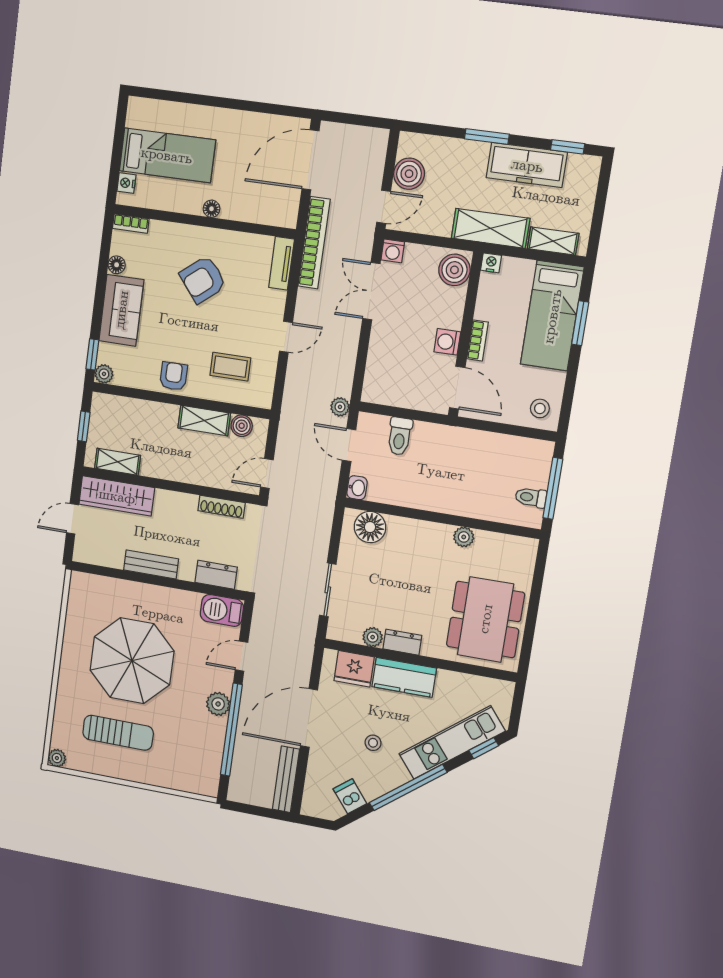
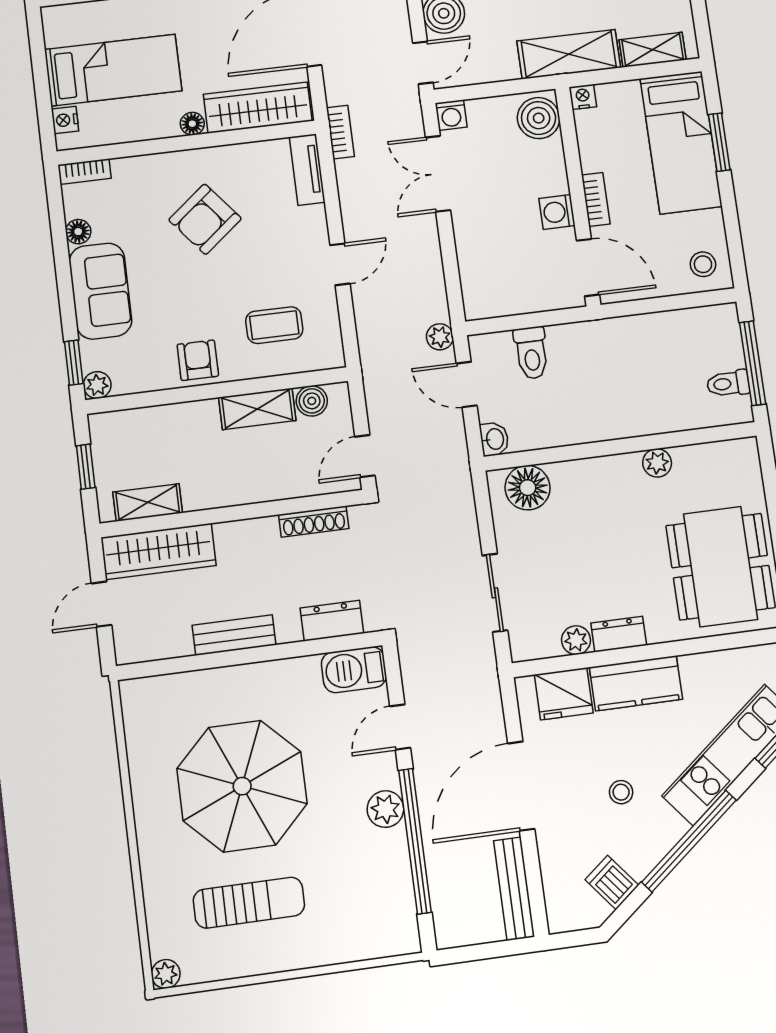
wardrobe: (259, 209) -> (258, 108), added
bookcase: (314, 243) -> (340, 132), width x0.43, depth x0.76

